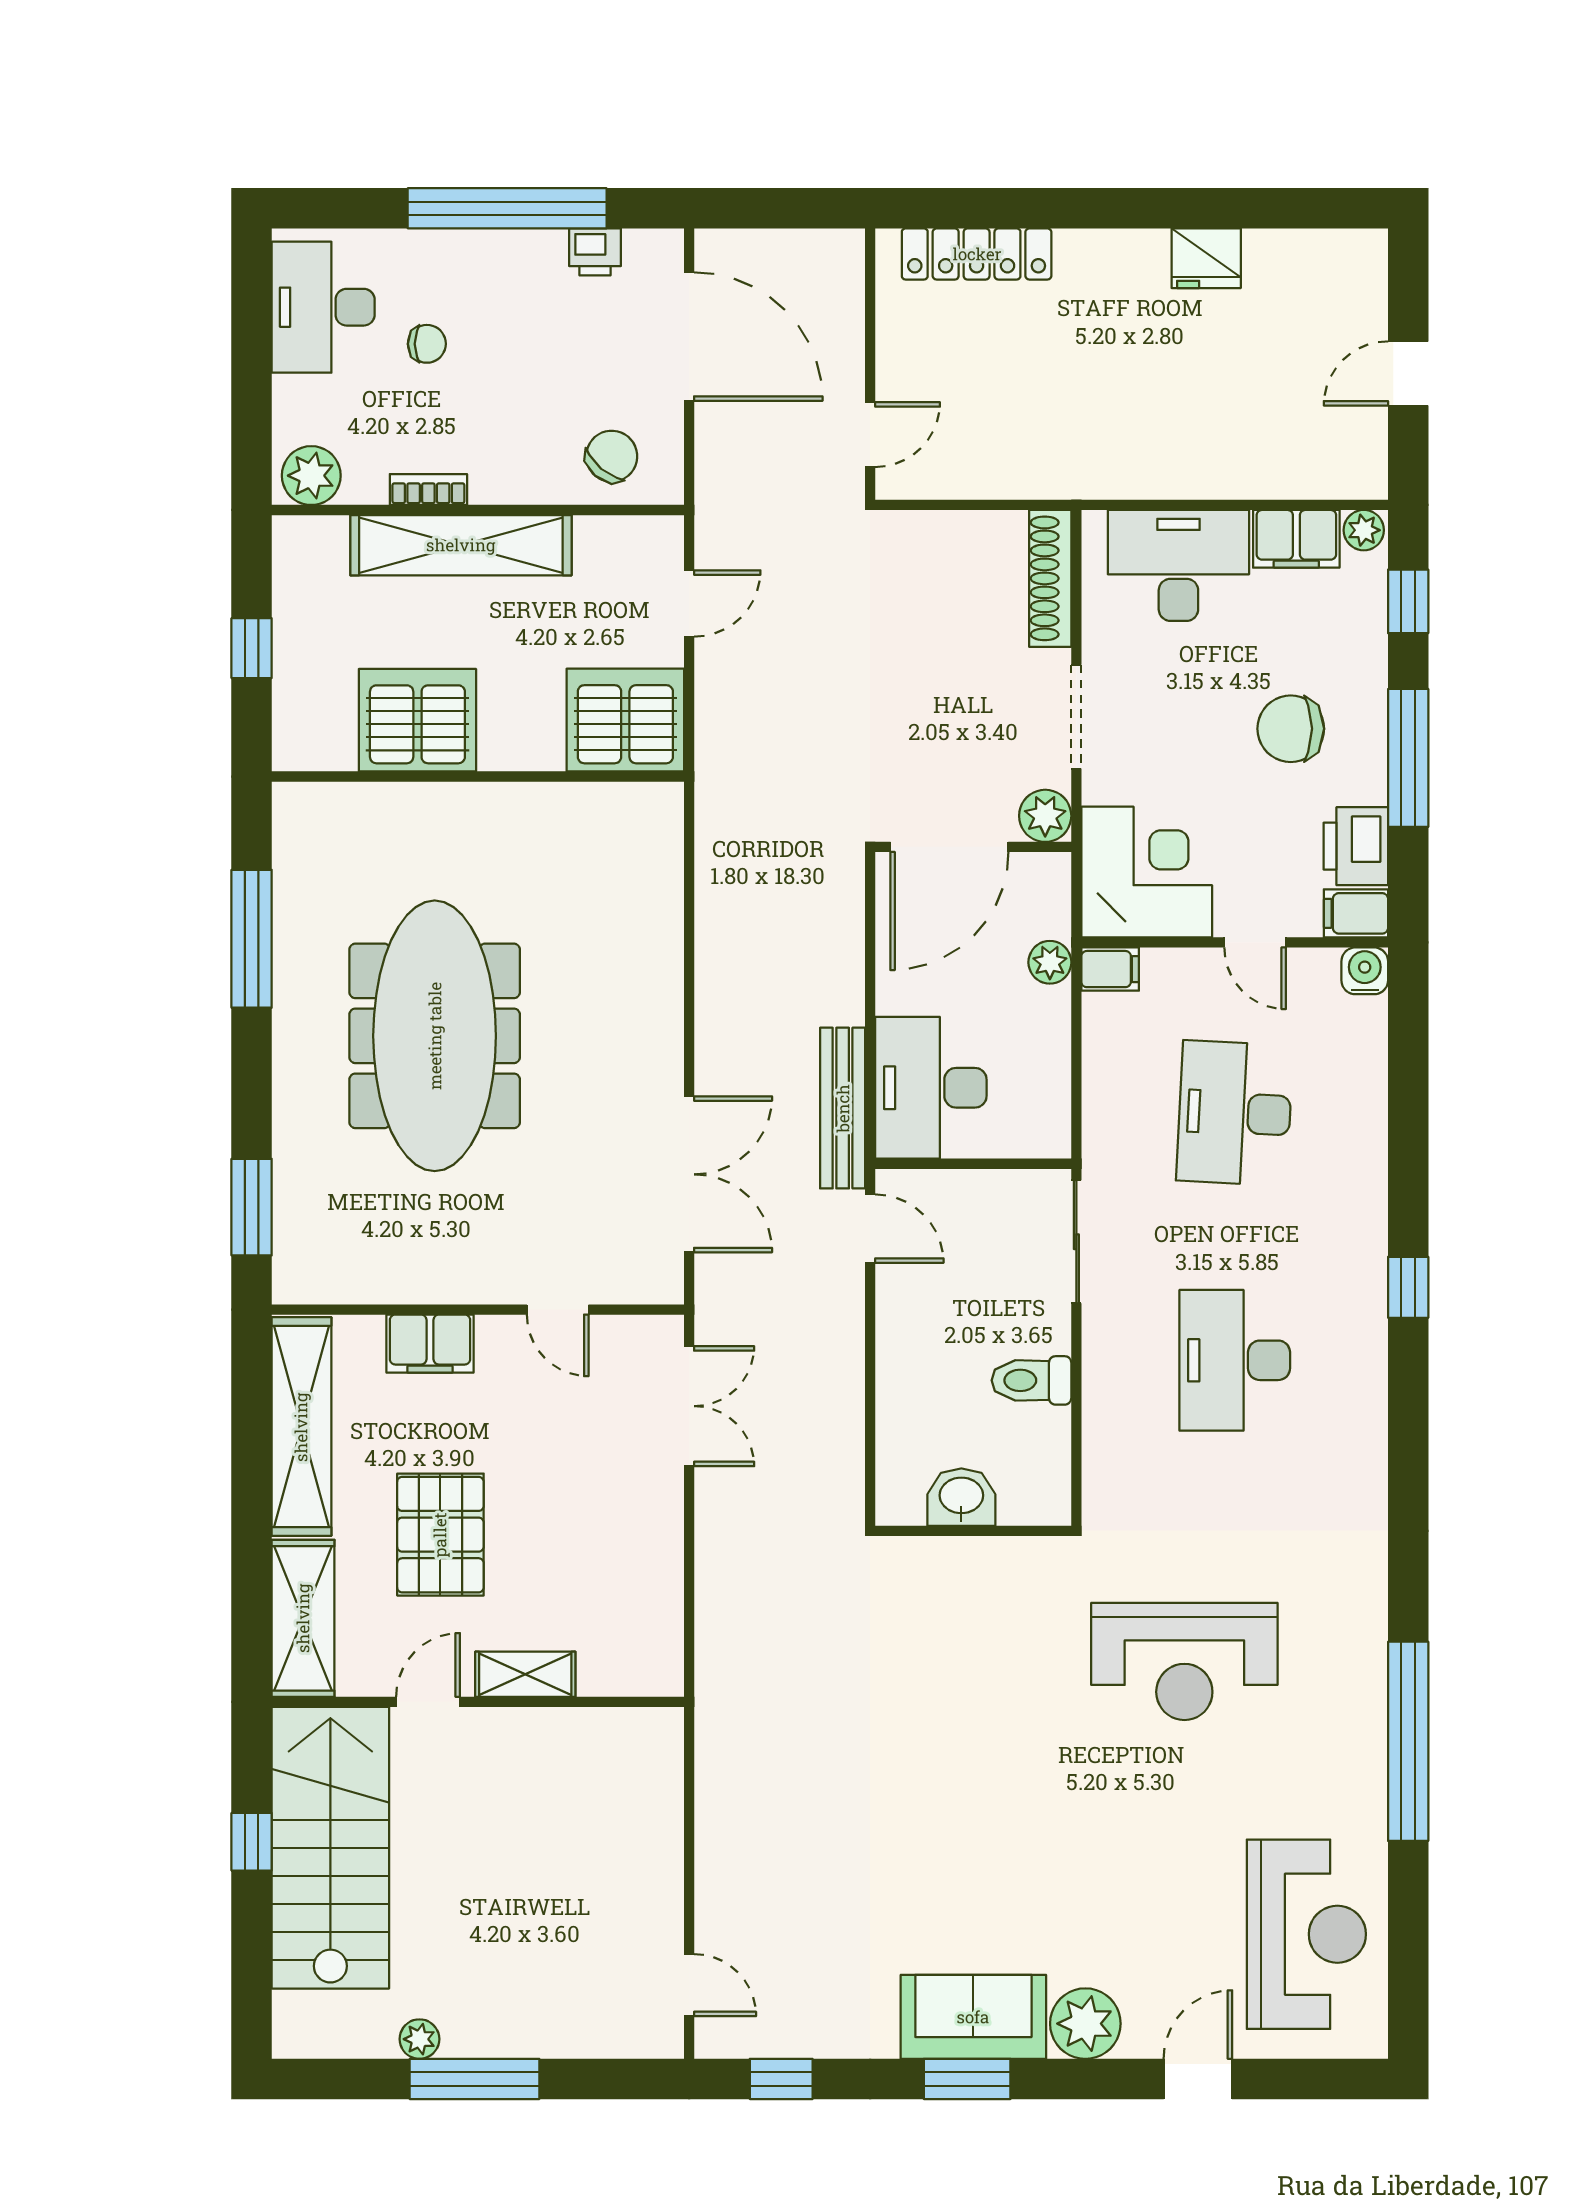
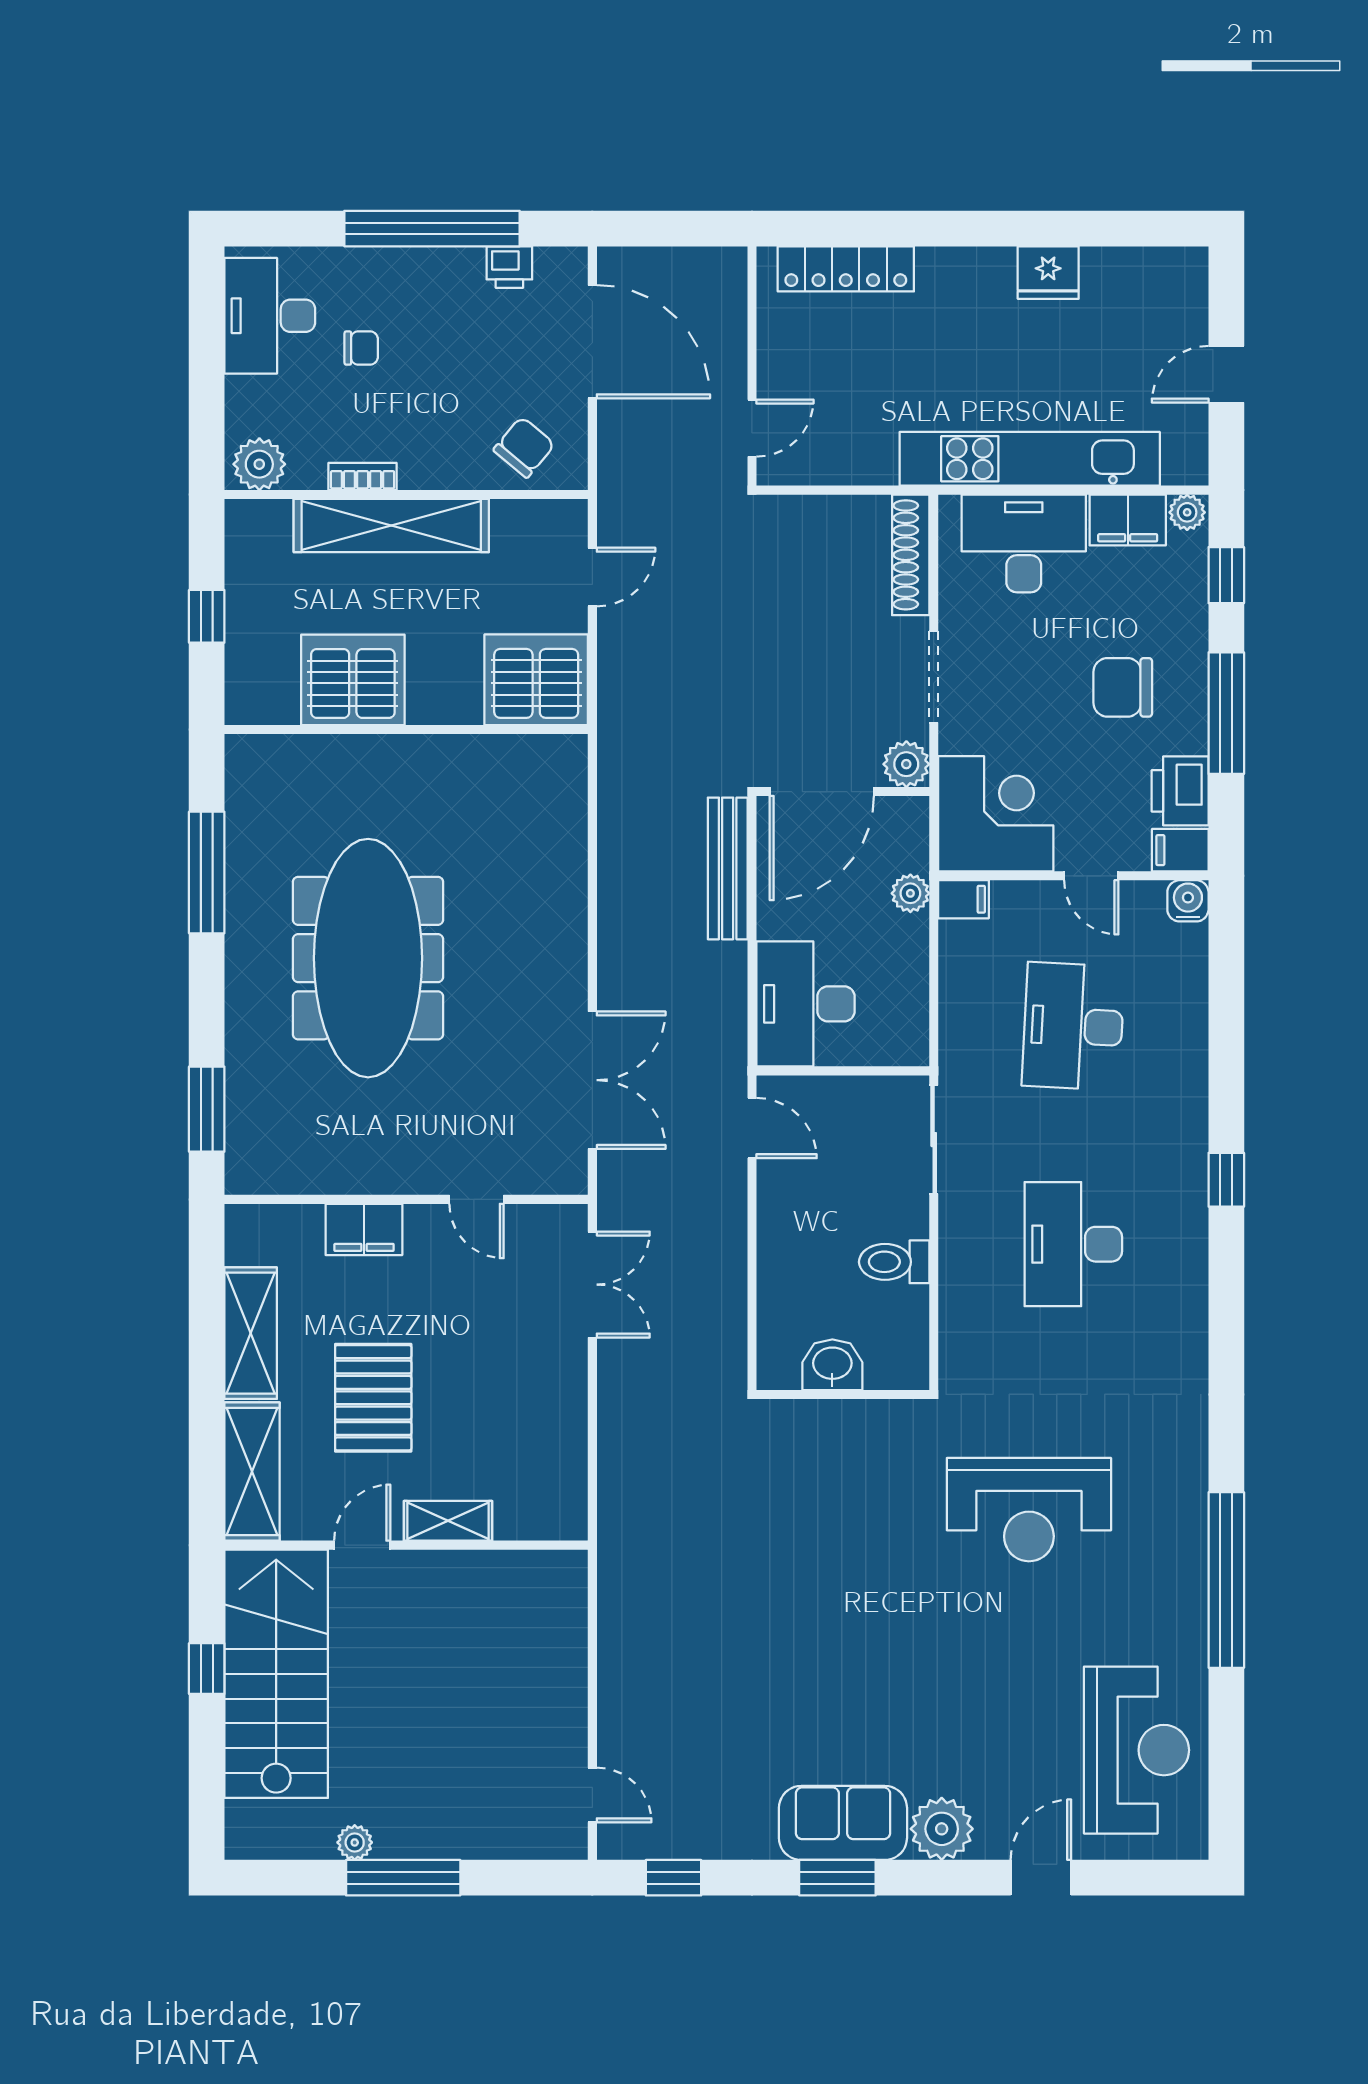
kitchen unit: (1185, 469) -> (1030, 459), added
bench: (843, 1108) -> (728, 868), moved
shelving: (301, 1427) -> (251, 1333), width x0.68

